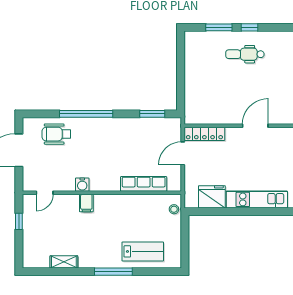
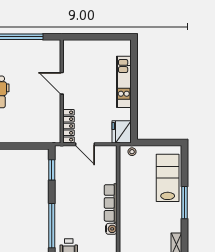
row of seats: (144, 184) -> (111, 203), moved
fridge: (212, 197) -> (122, 132), moved
filing cabinet: (86, 203) -> (127, 225), removed
lab bench: (143, 251) -> (168, 178), width x1.36, depth x1.39

